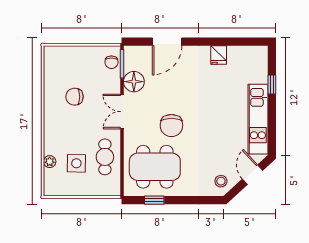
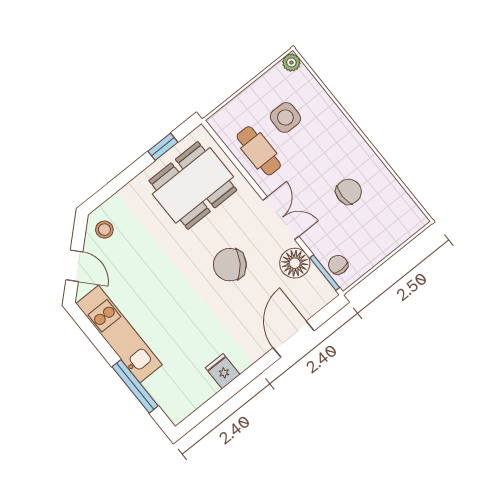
window: (272, 84) -> (135, 386), width x2.17
chair: (171, 125) -> (230, 265), moved, turned -55
plant: (50, 162) -> (291, 62), moved

